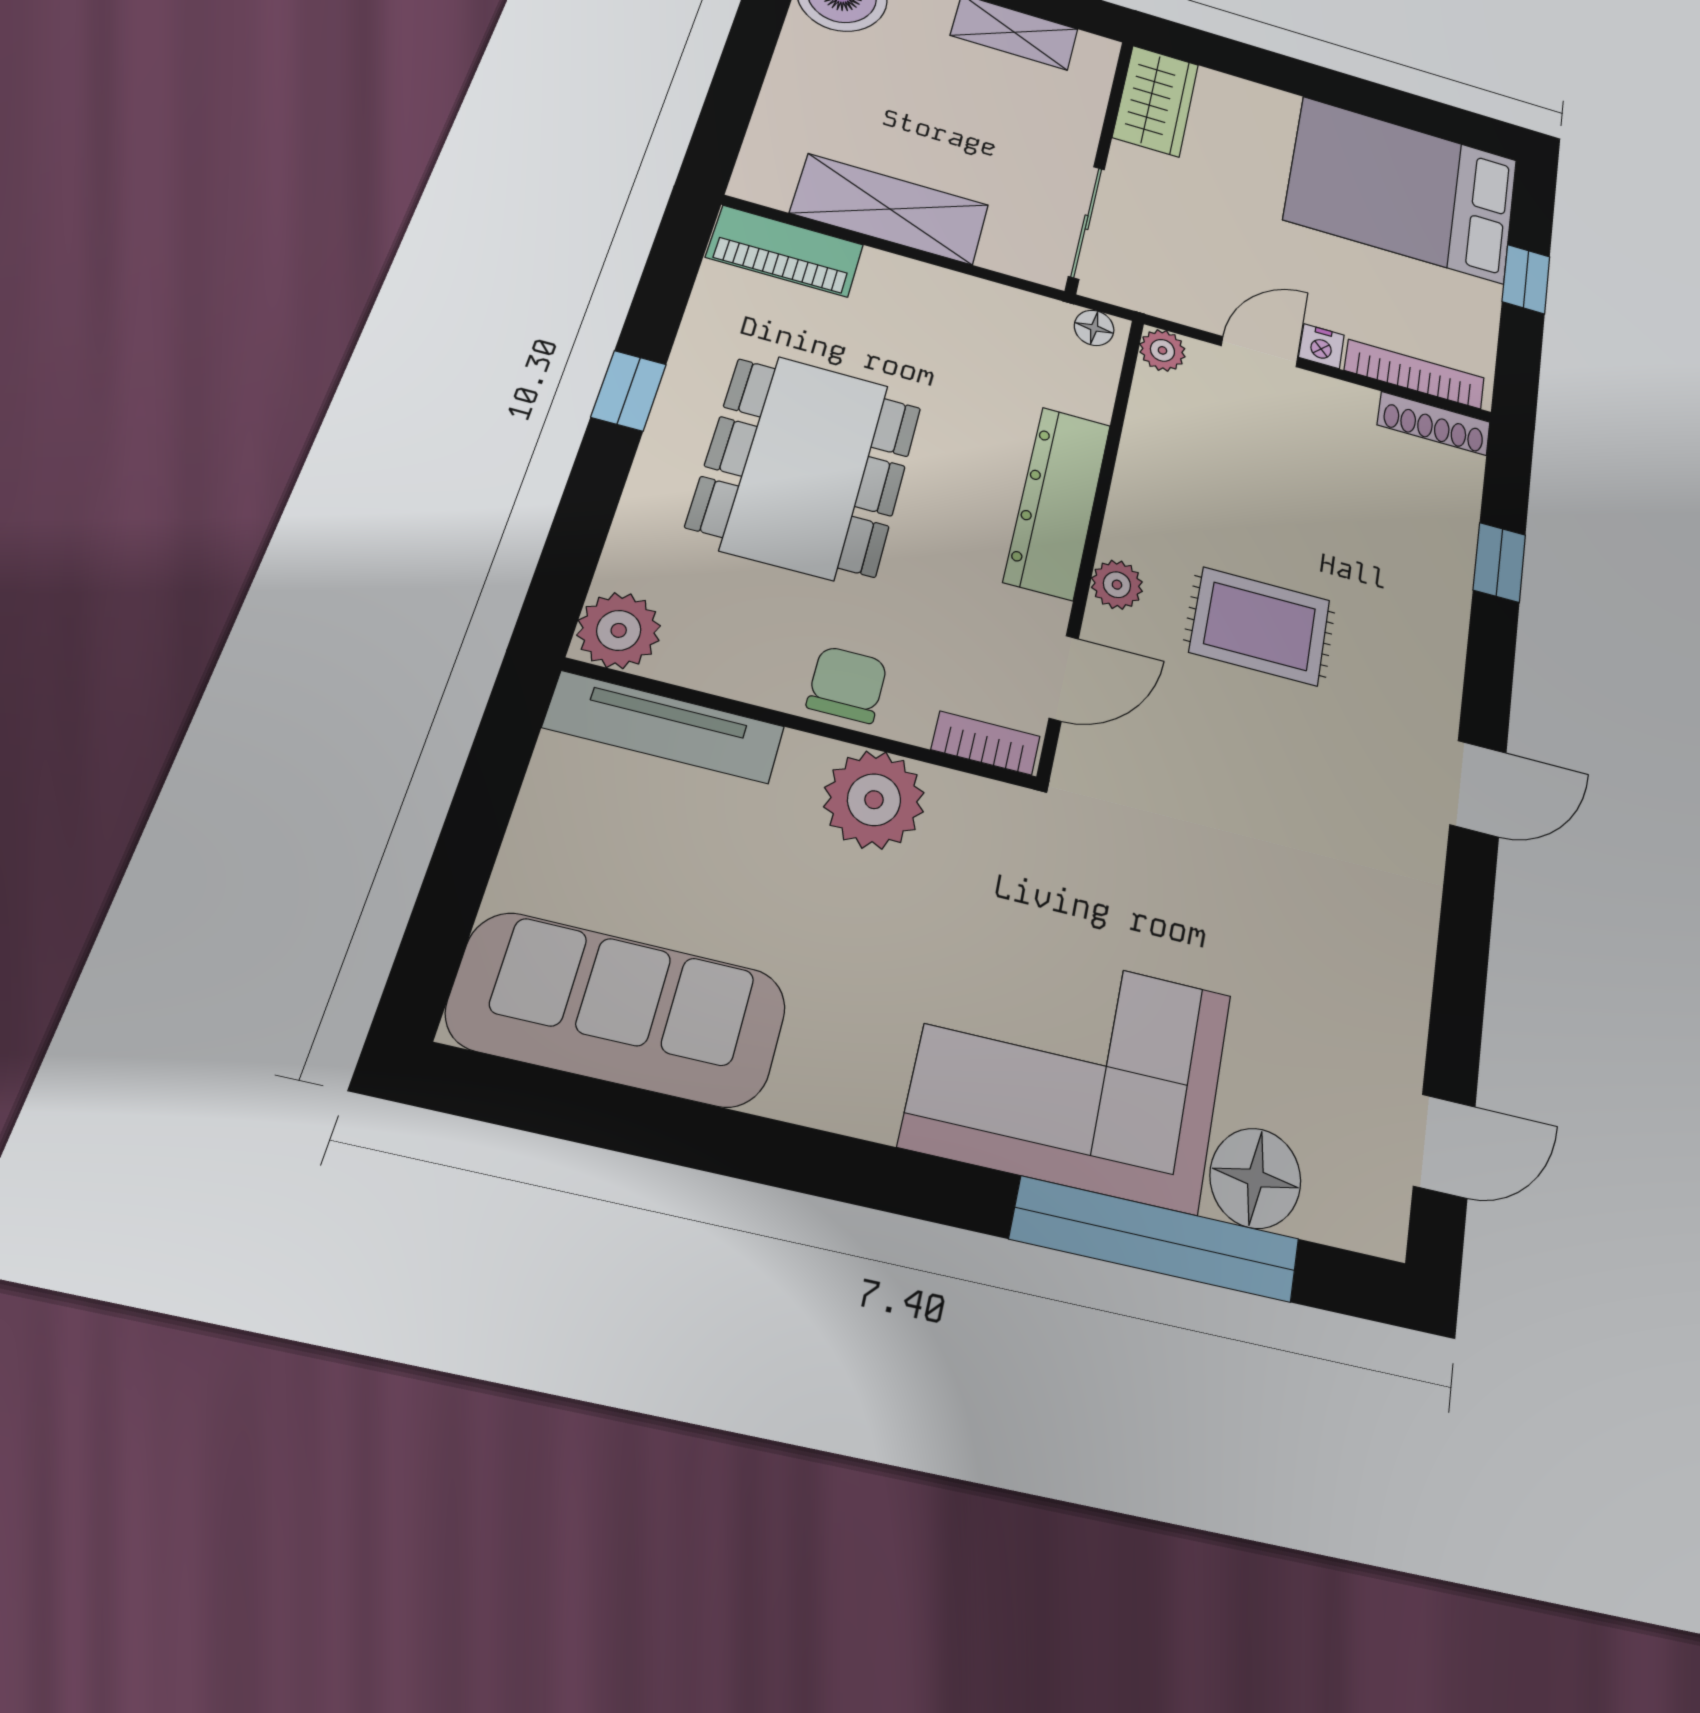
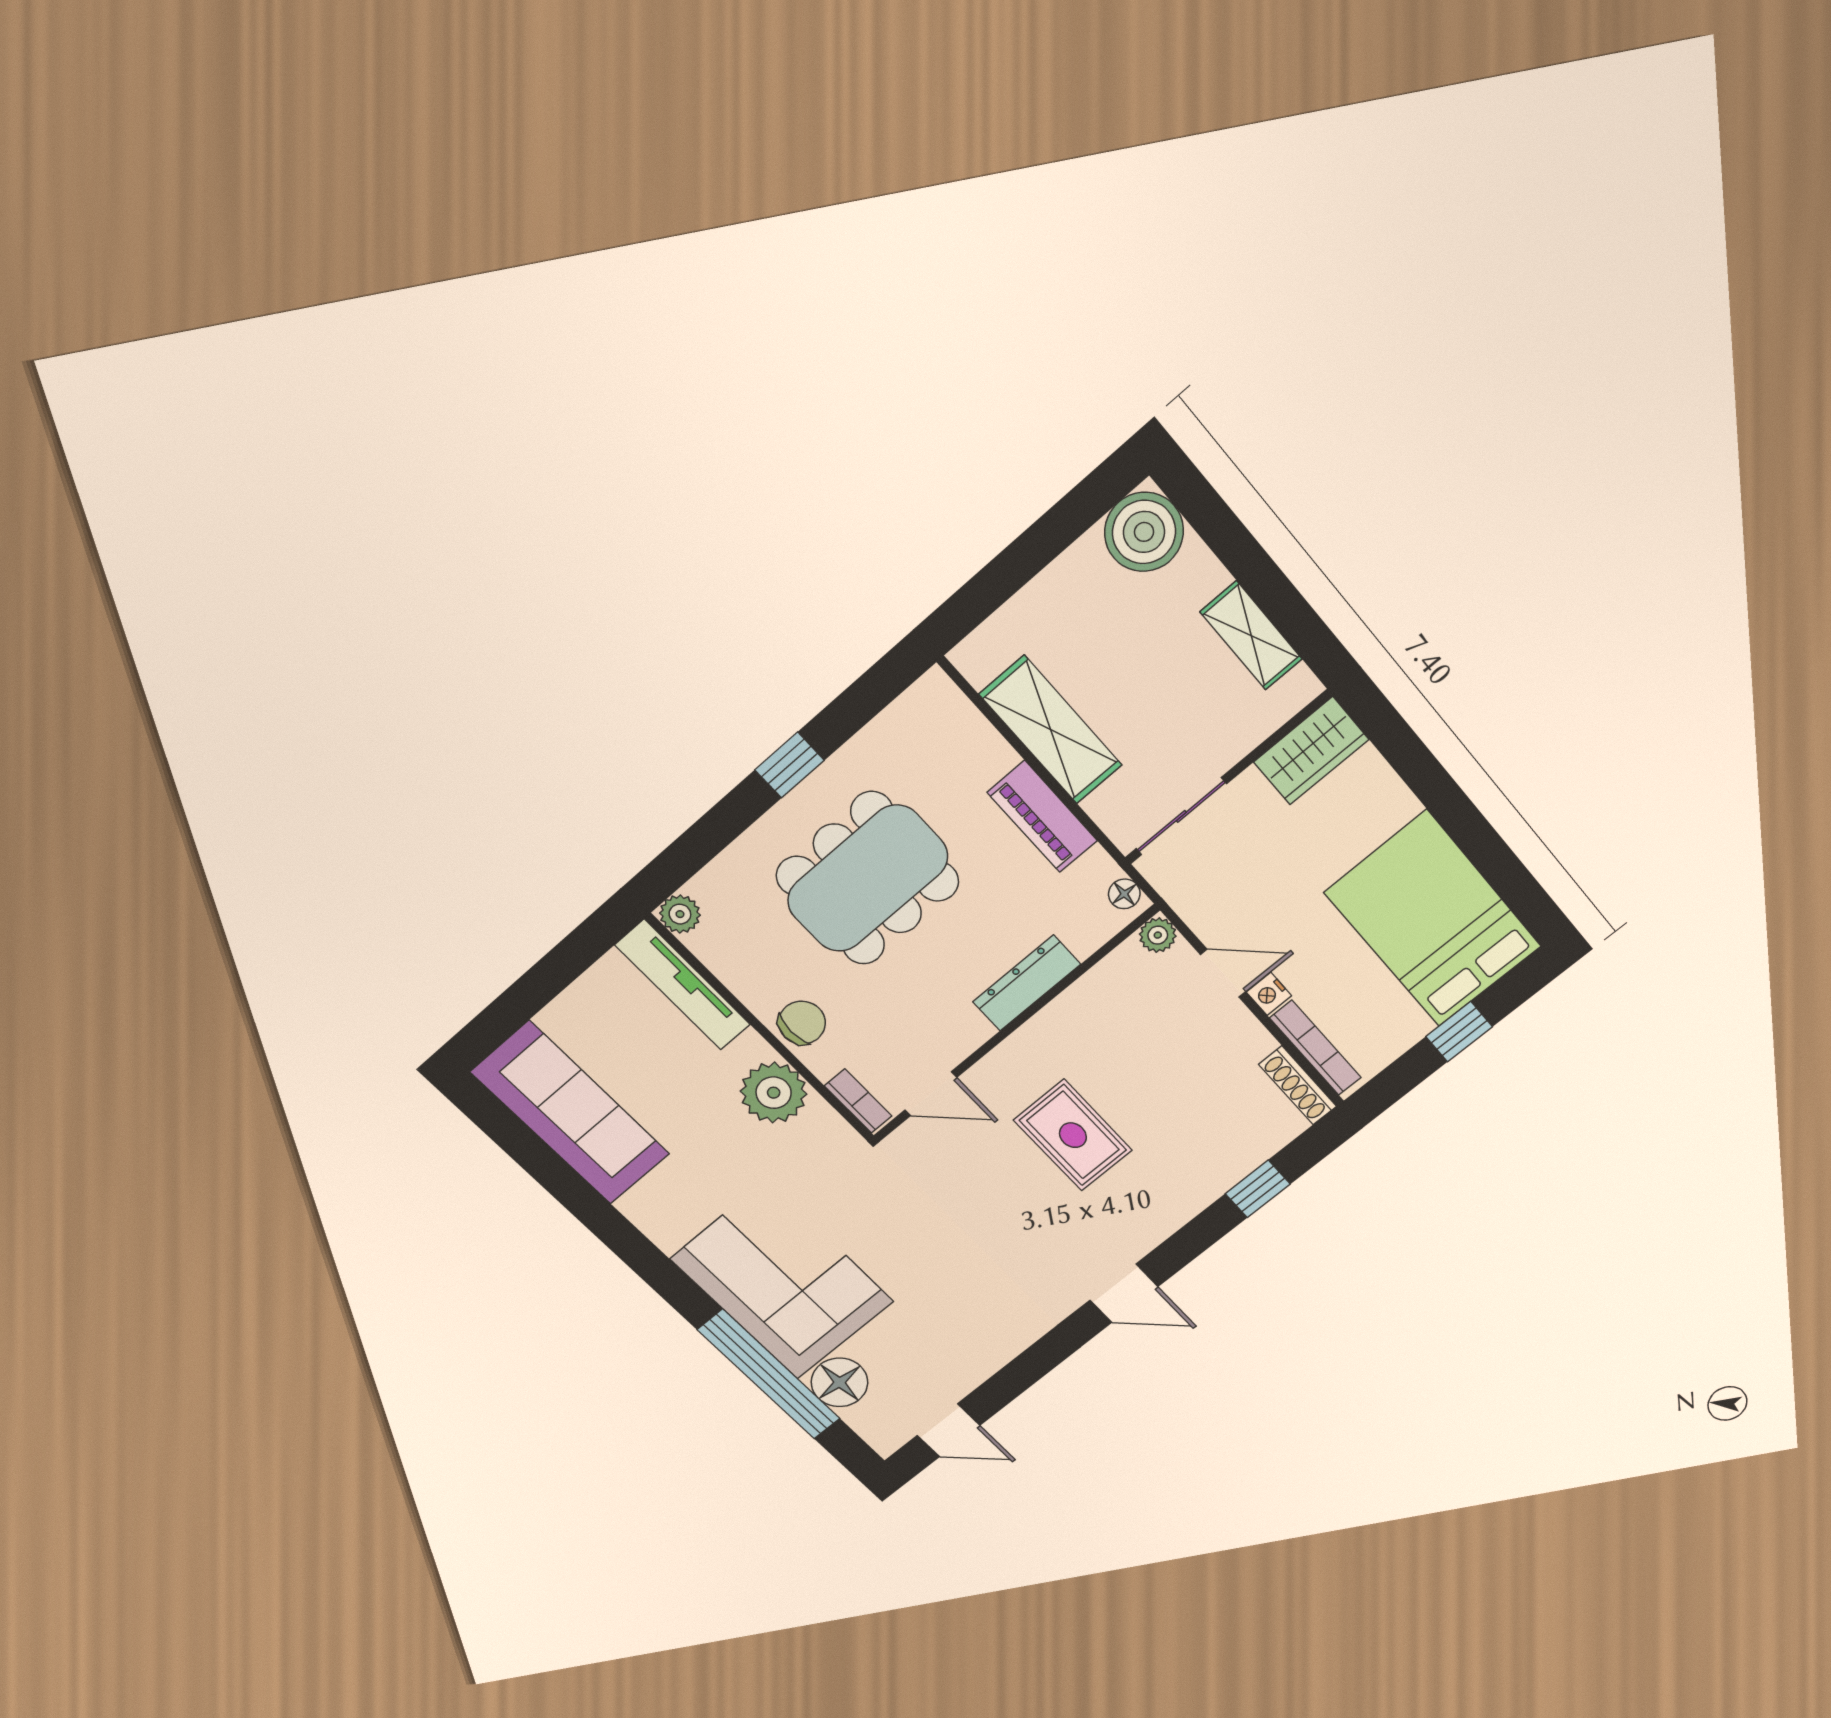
piano: (785, 251) -> (1042, 817), moved
dresser: (1058, 502) -> (1027, 983), width x0.73, depth x0.80
plant: (1117, 585) -> (1005, 1061), removed
plant: (619, 630) -> (680, 914), width x0.73, depth x0.73

